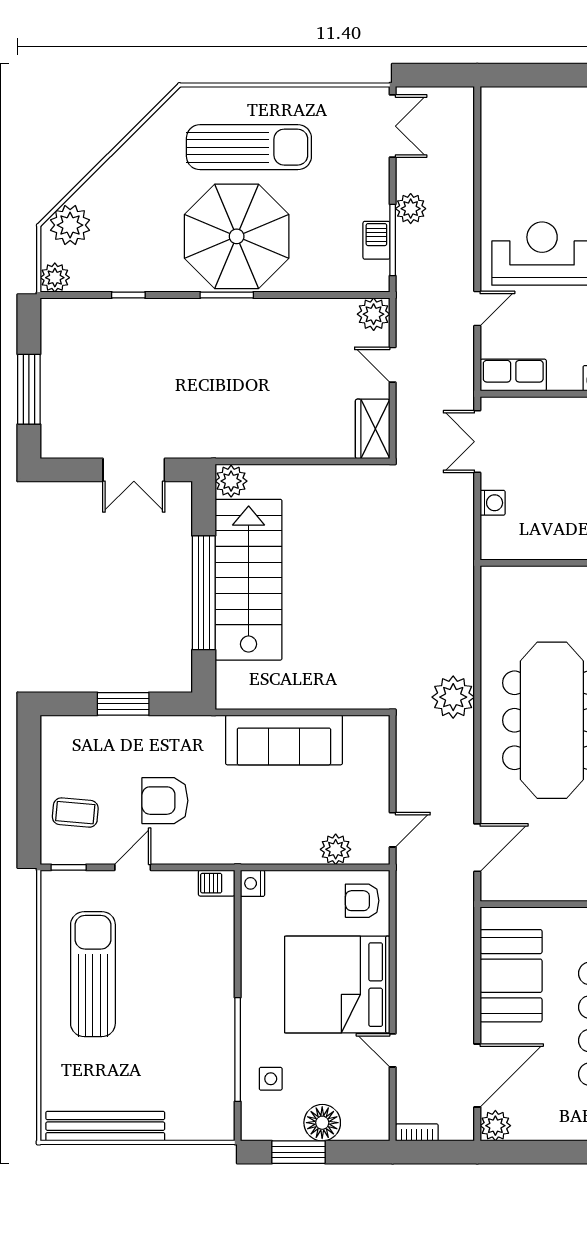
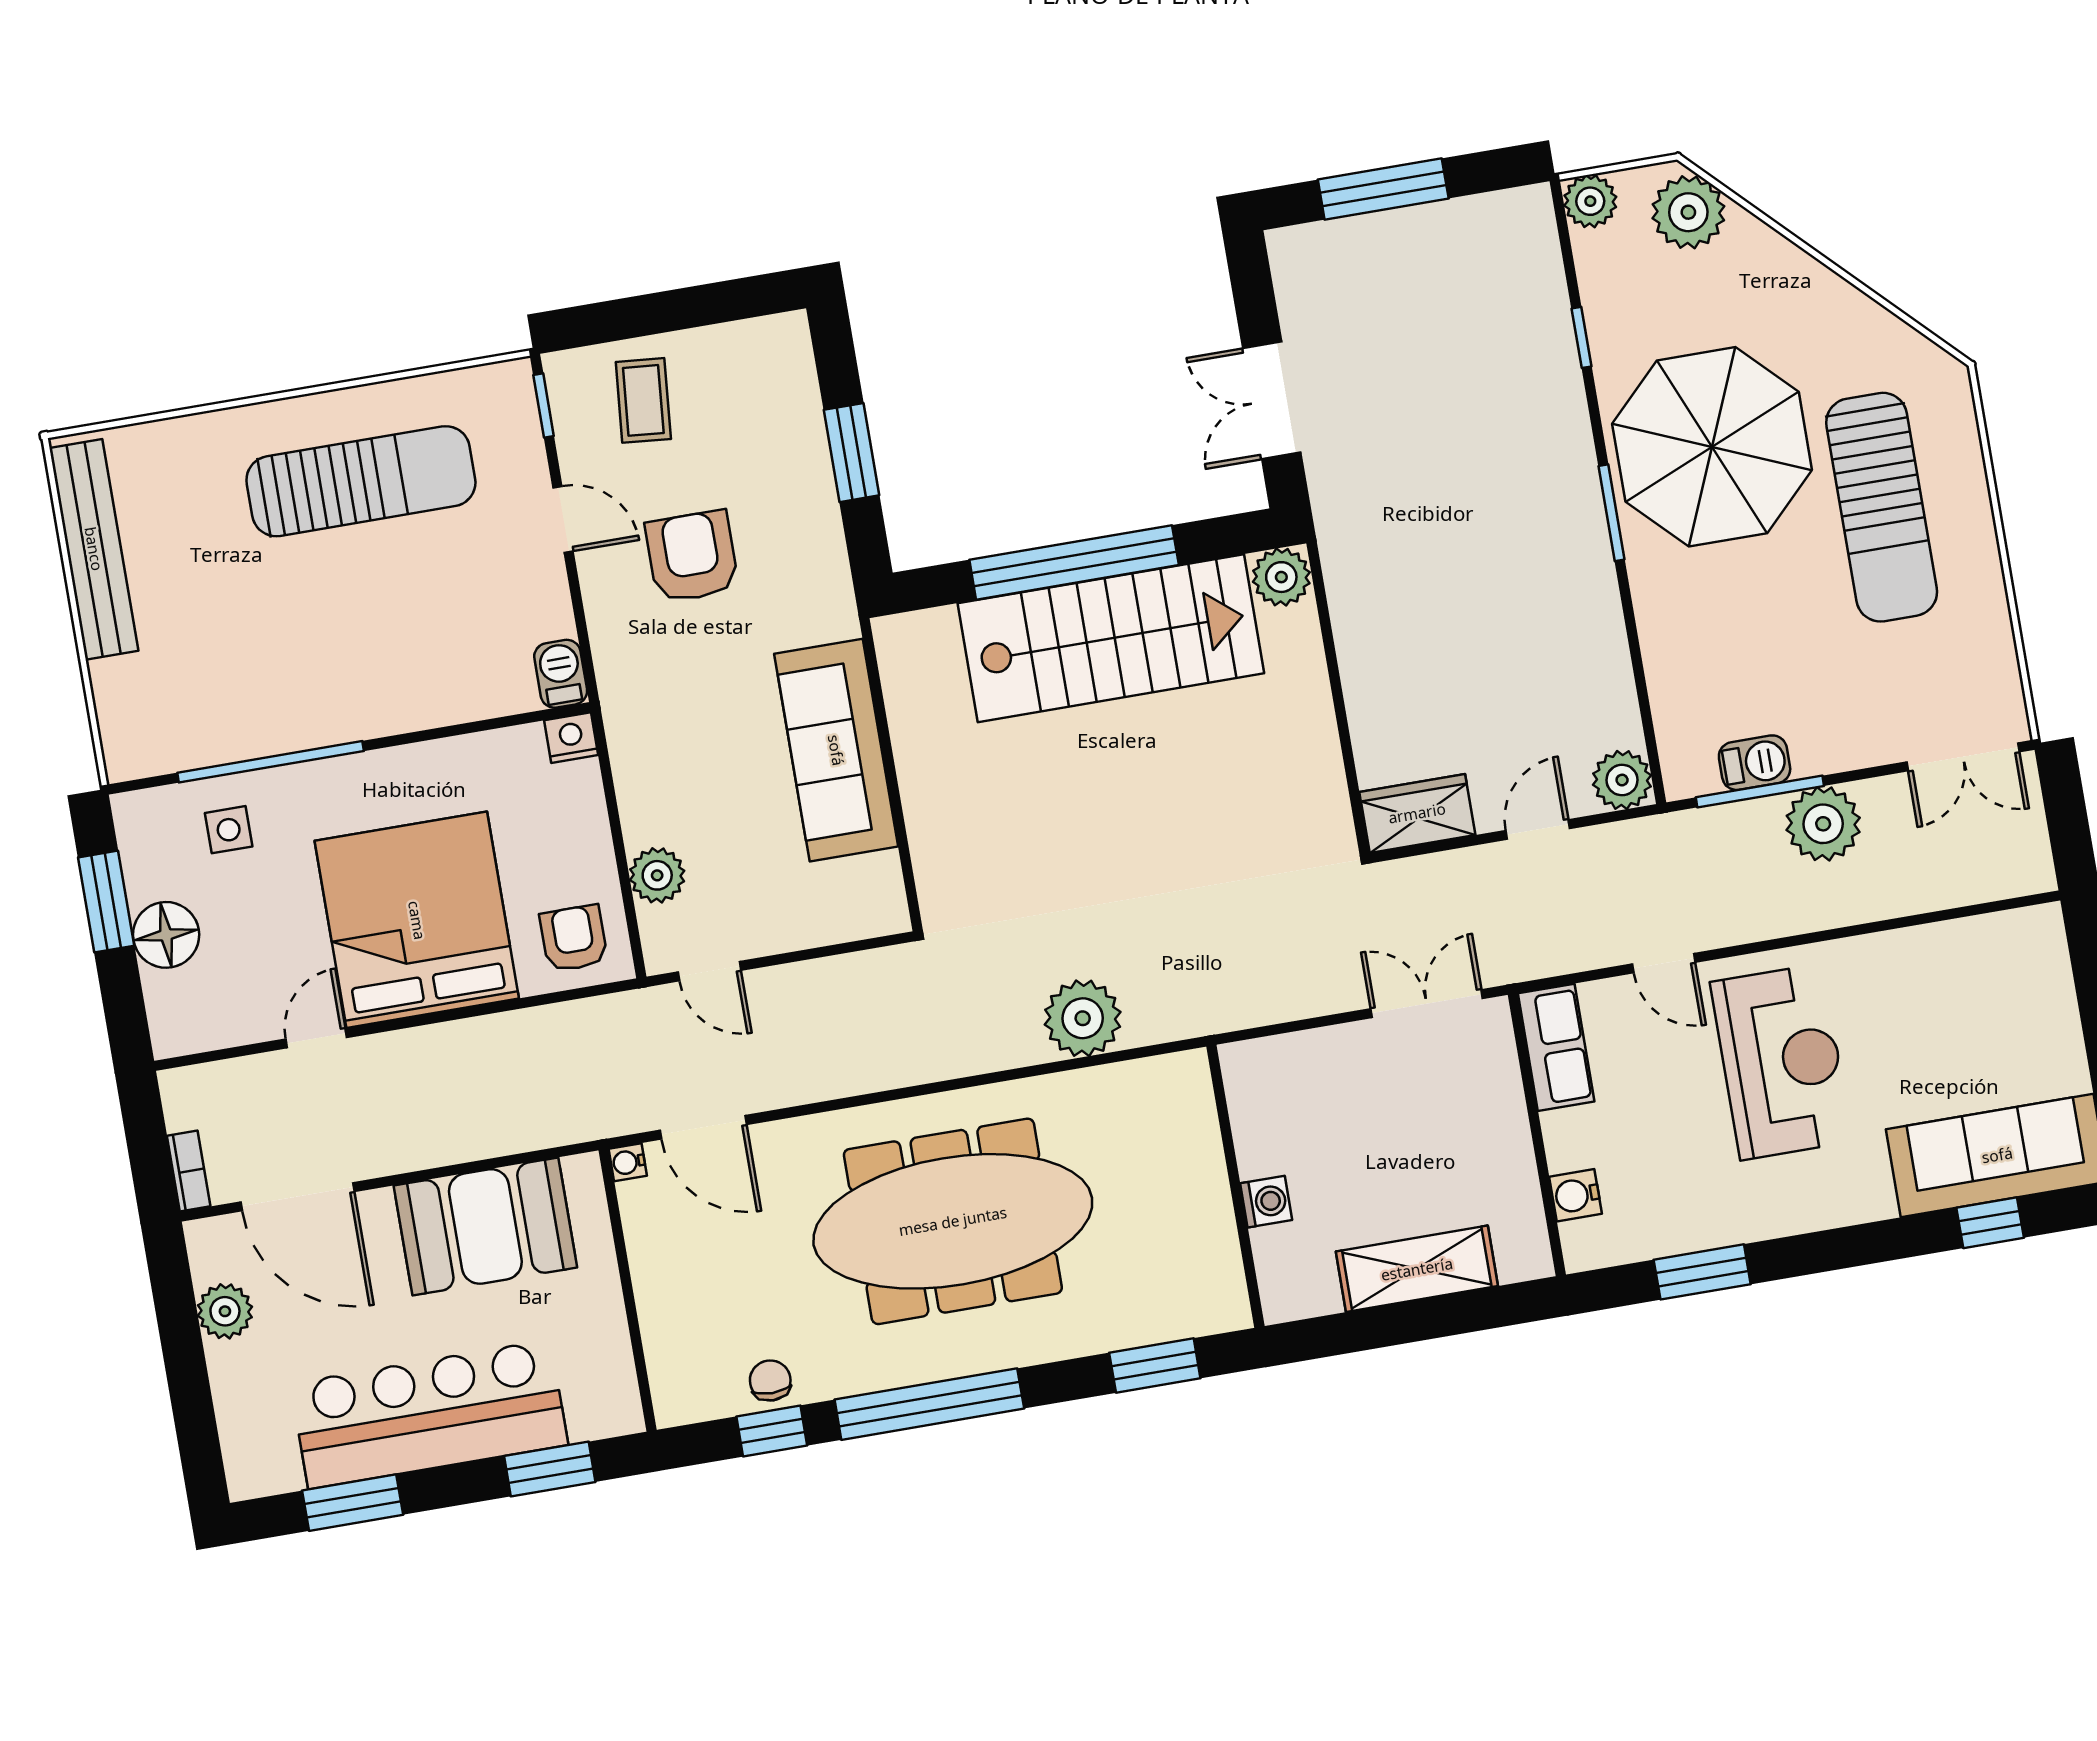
plant: (411, 209) -> (1823, 824), width x1.36, depth x1.36
parasol: (237, 236) -> (1712, 447), moved
washing machine: (493, 503) -> (1266, 1202), moved, turned -90
plant: (453, 697) -> (1083, 1018), moved
water cooler: (489, 892) -> (628, 1162), added
plant: (495, 1126) -> (225, 1311), moved
bookcase: (417, 1132) -> (189, 1171), moved

